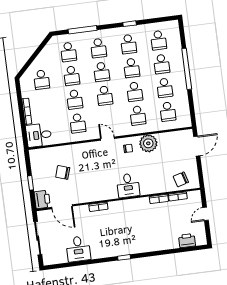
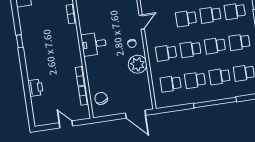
printer: (187, 241) -> (35, 88), moved

